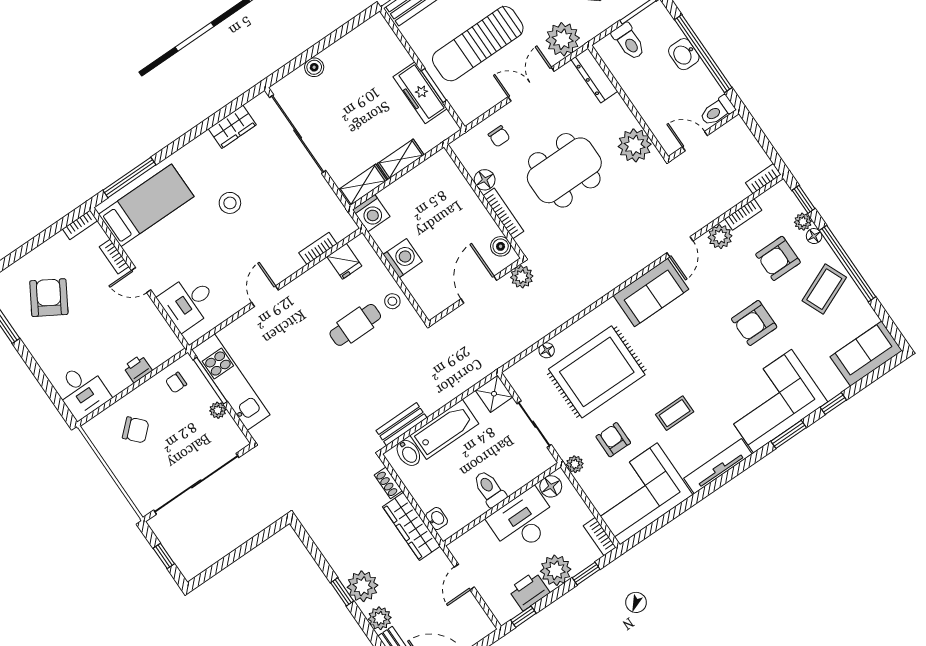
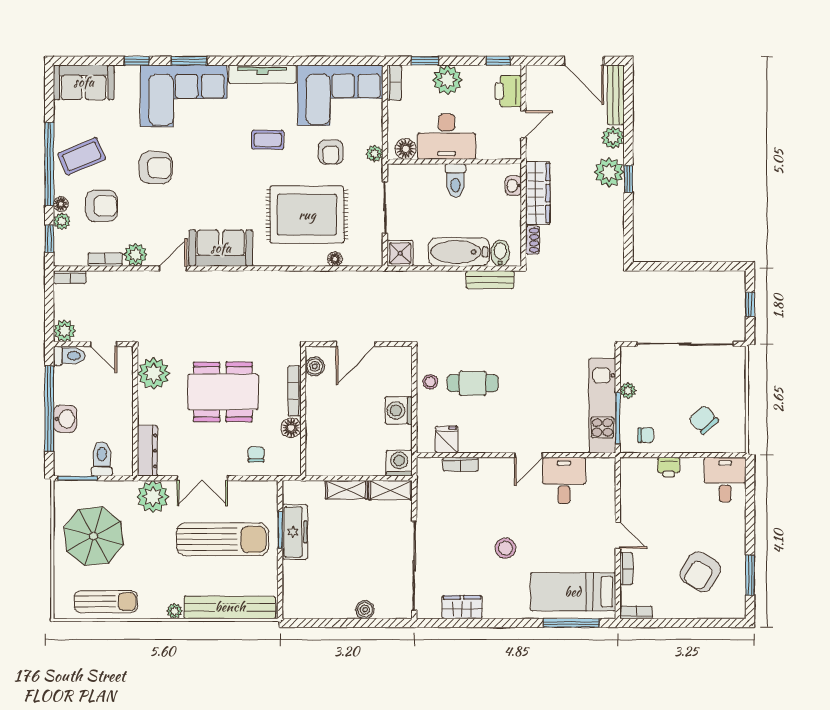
plant: (522, 277) -> (65, 331), moved
desk: (188, 302) -> (564, 480), moved, turned -90
printer: (529, 591) -> (508, 91), moved, turned 90

